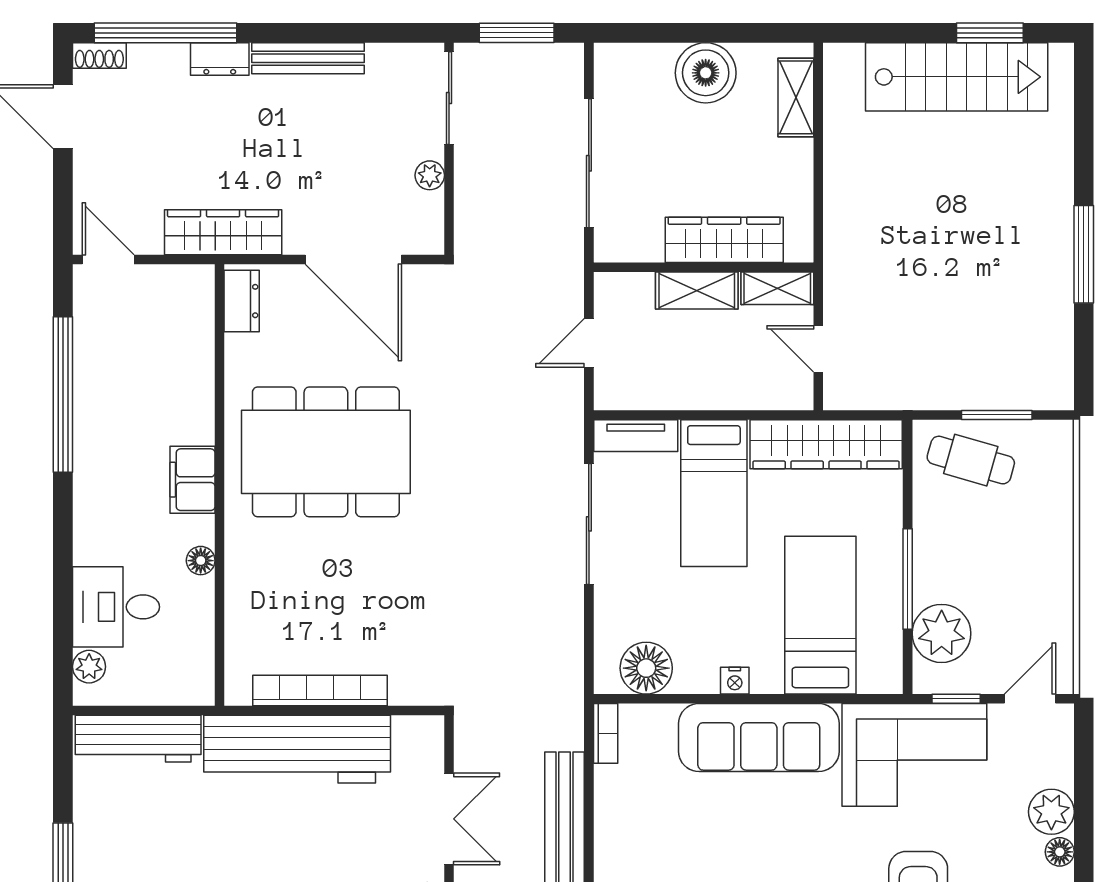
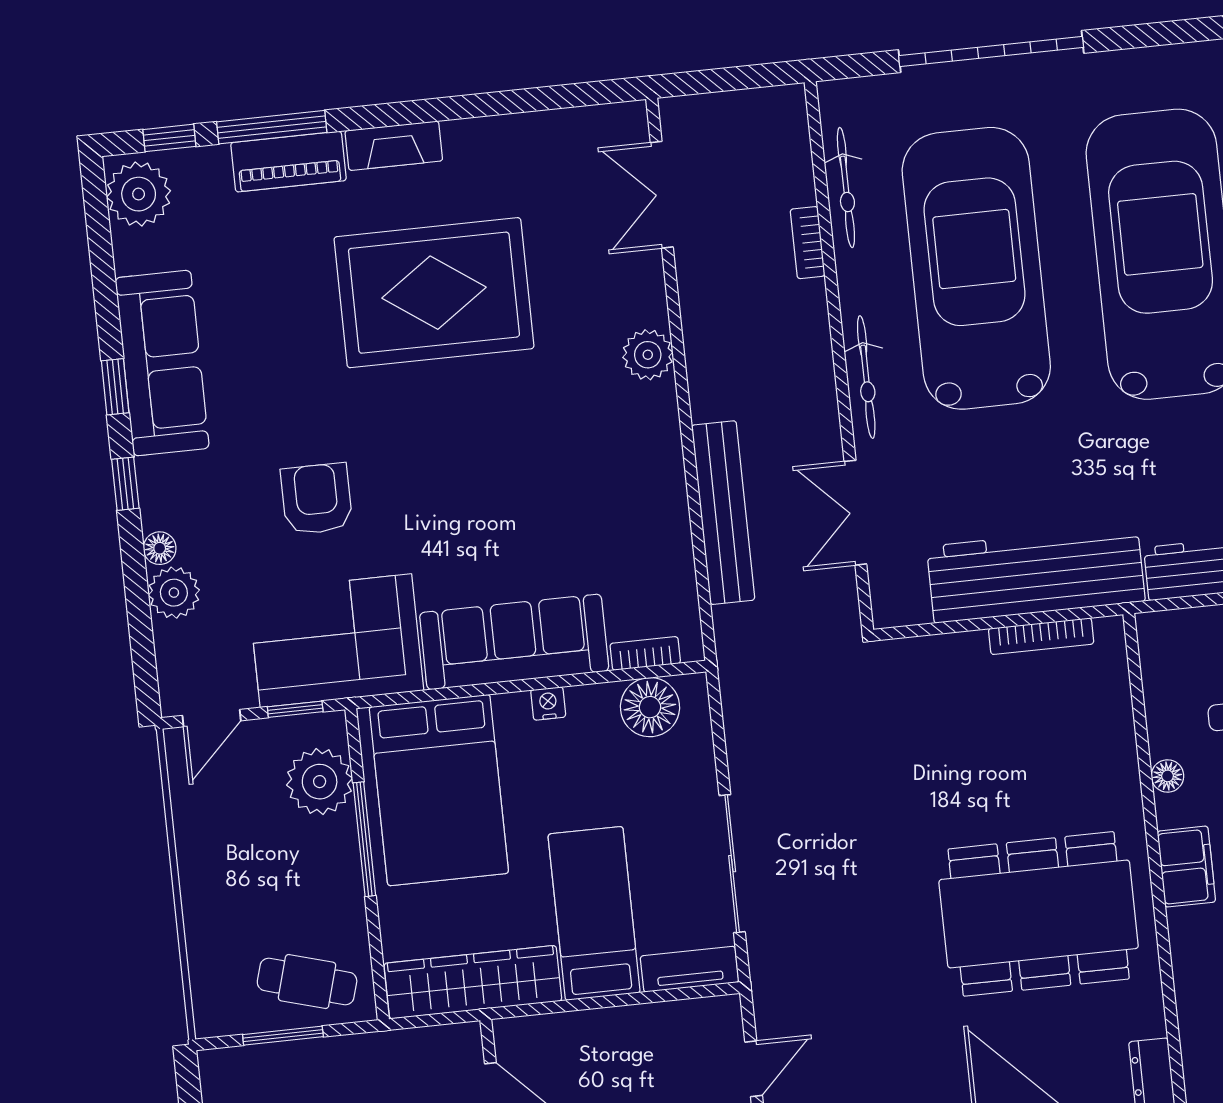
bed: (820, 615) -> (439, 790), width x1.50
bookcase: (320, 690) -> (1041, 636), width x0.68, depth x0.76
bookcase: (606, 733) -> (645, 653), moved, turned 90

